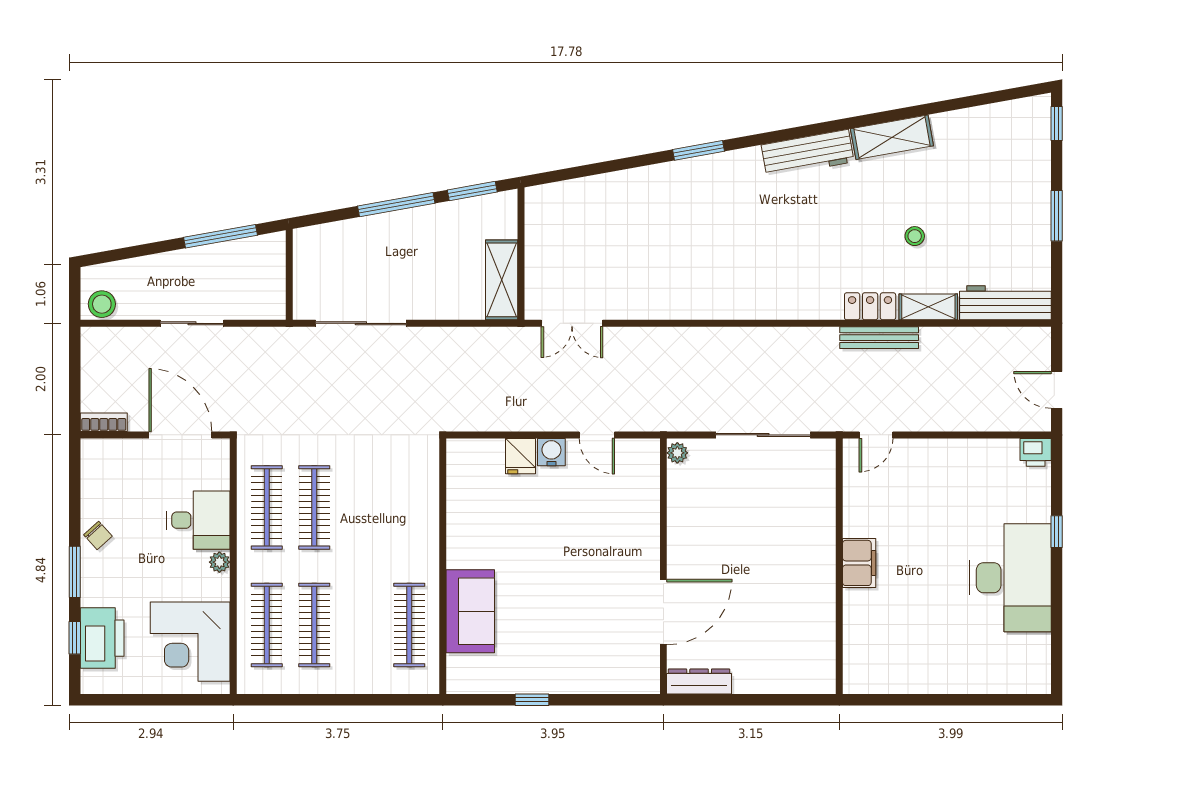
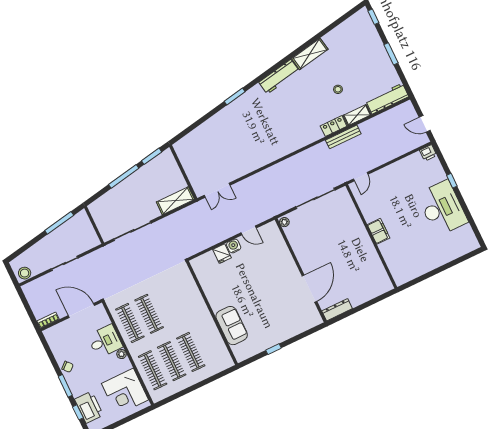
shelving: (502, 280) -> (175, 201), moved, turned 90
clothes rail: (409, 625) -> (191, 352), moved

